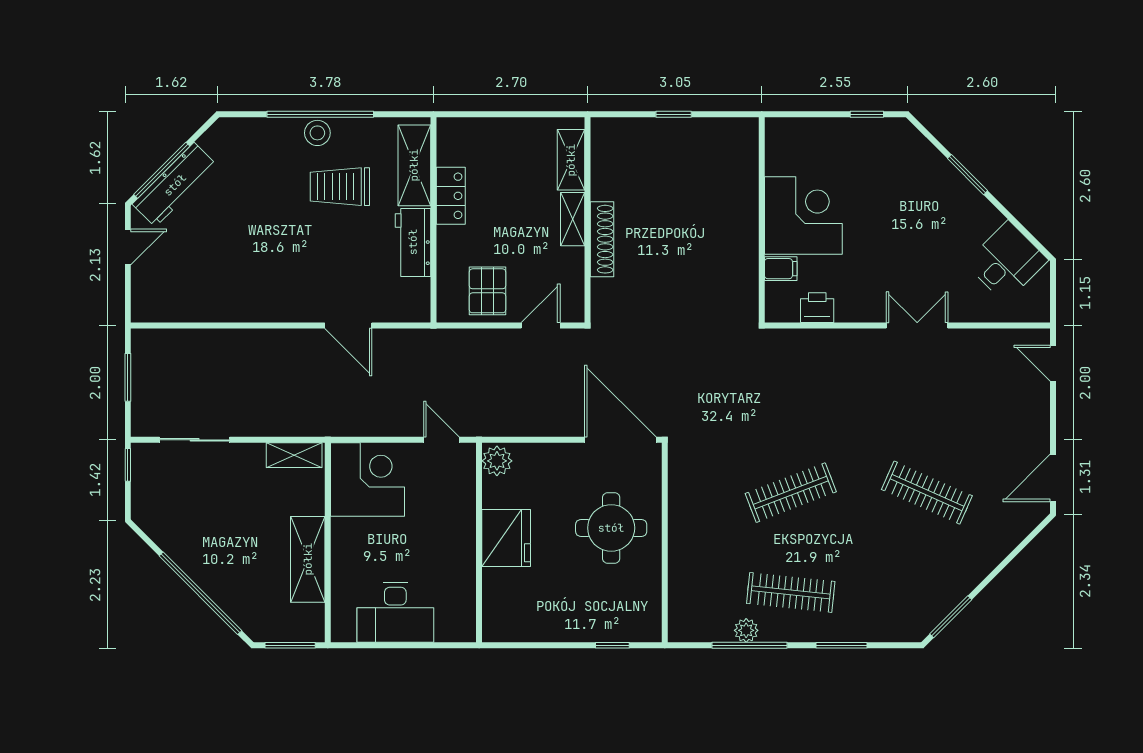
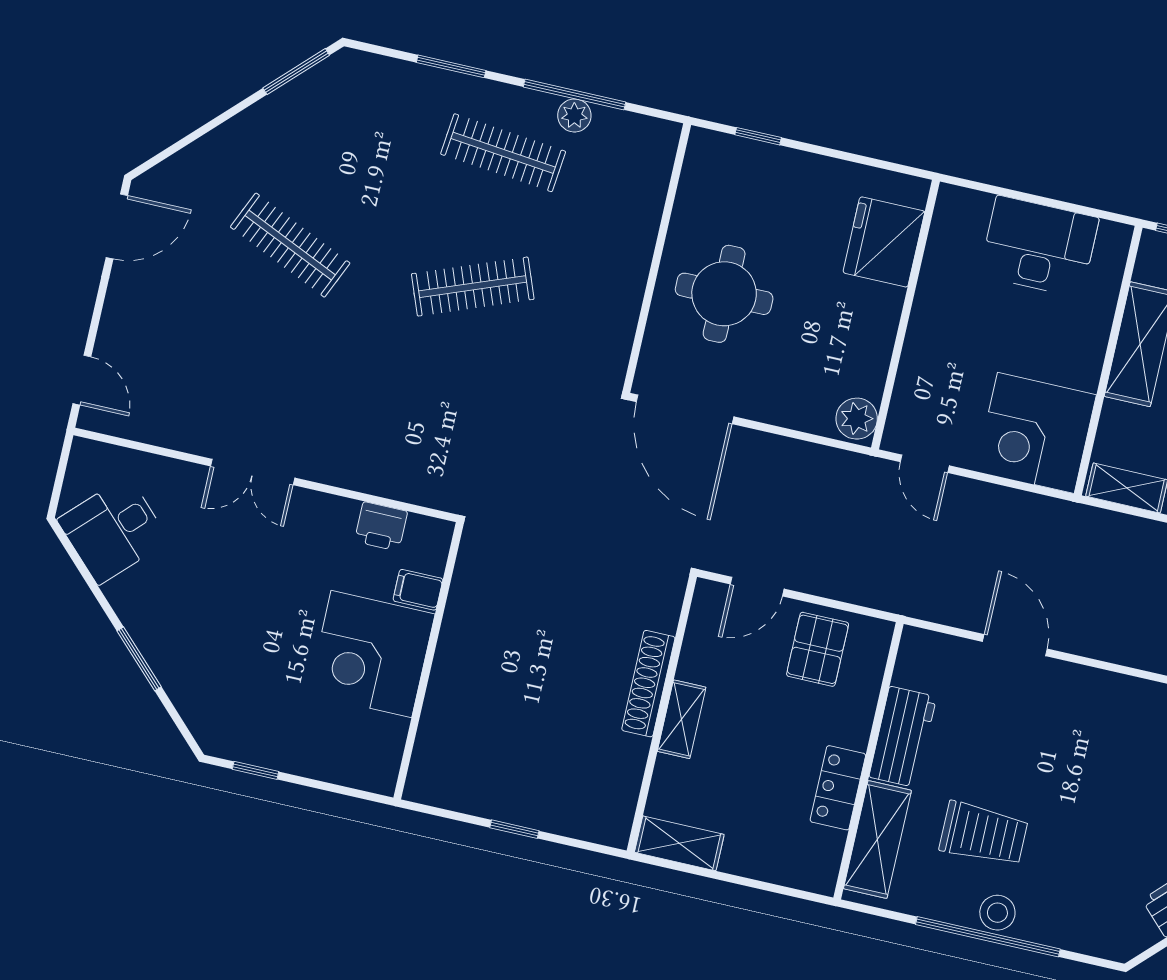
shelving: (571, 160) -> (679, 843), moved, turned 90
fridge: (506, 538) -> (884, 242), moved

